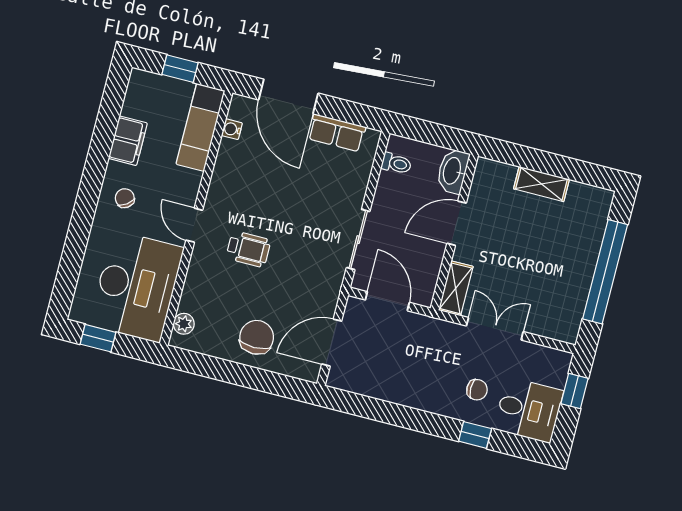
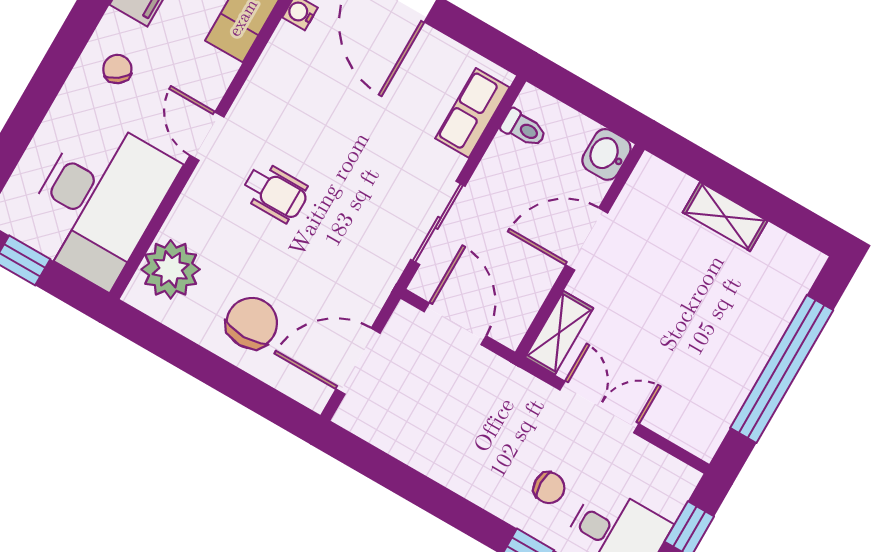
row of seats: (337, 133) -> (472, 113), moved, turned 90
washbasin: (453, 171) -> (606, 154), width x0.72
plant: (184, 324) -> (171, 269), width x1.88, depth x1.88

